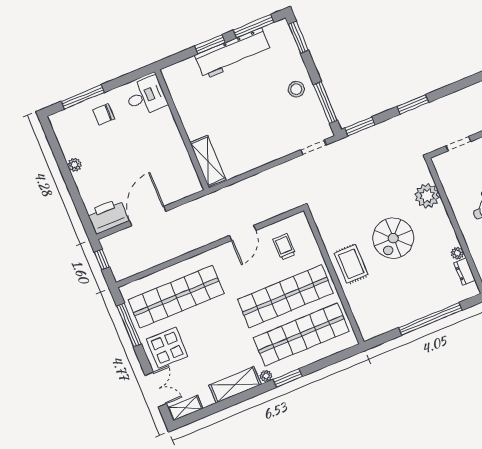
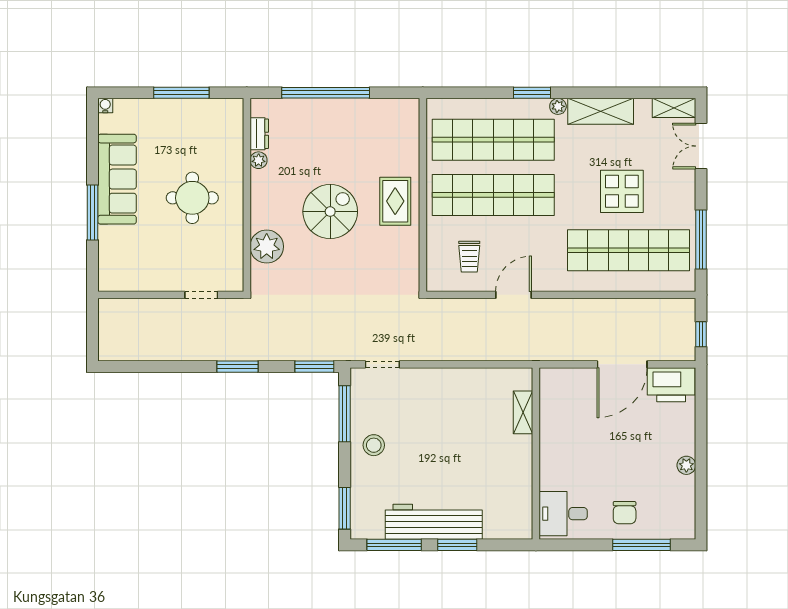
chair: (104, 114) -> (625, 513), turned 90
shelving: (208, 161) -> (523, 412), width x0.67, depth x0.75
display table: (167, 348) -> (622, 191), moved

